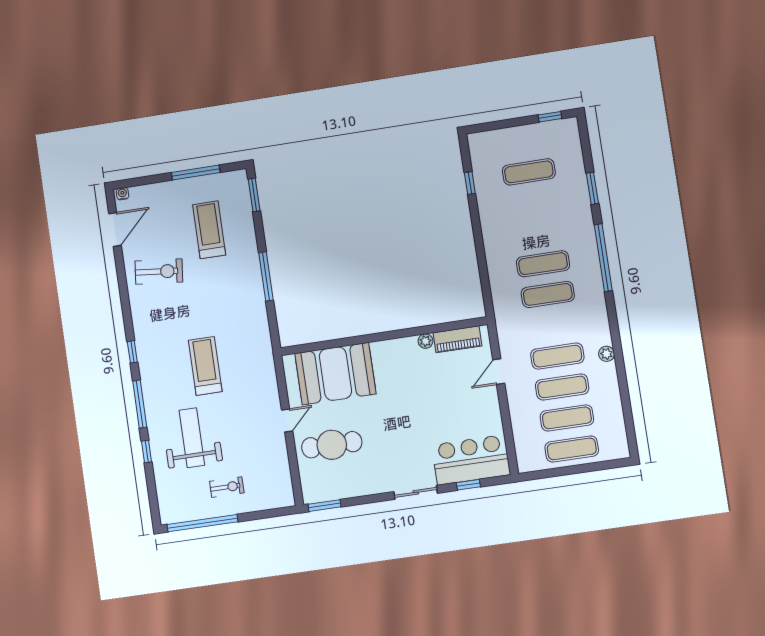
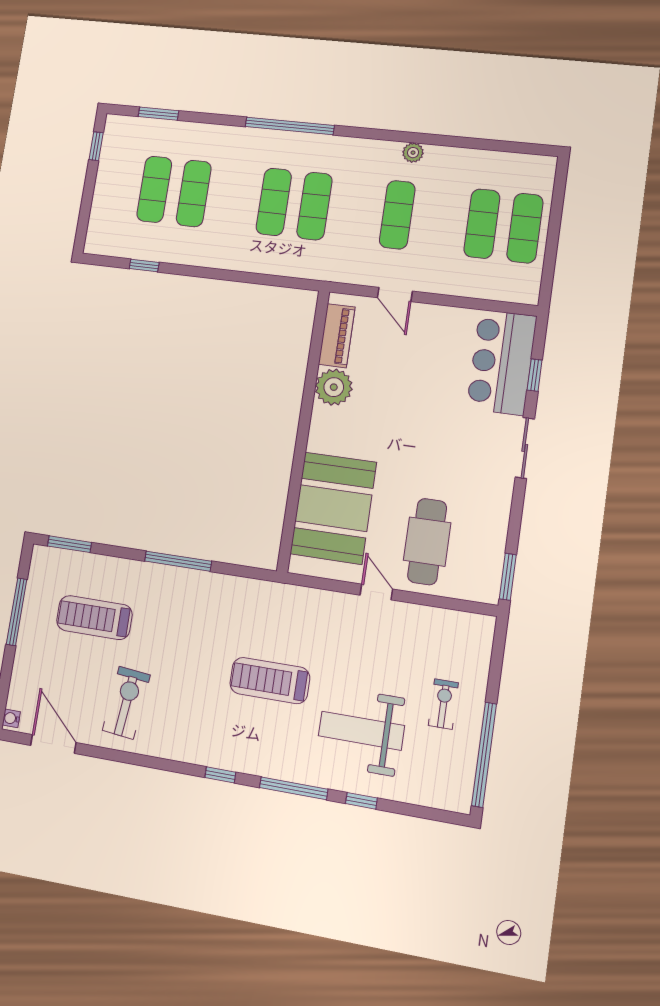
window: (592, 188) -> (159, 114), moved
plant: (425, 341) -> (334, 387), width x1.88, depth x1.88
exercise mat: (562, 387) -> (194, 193), moved

